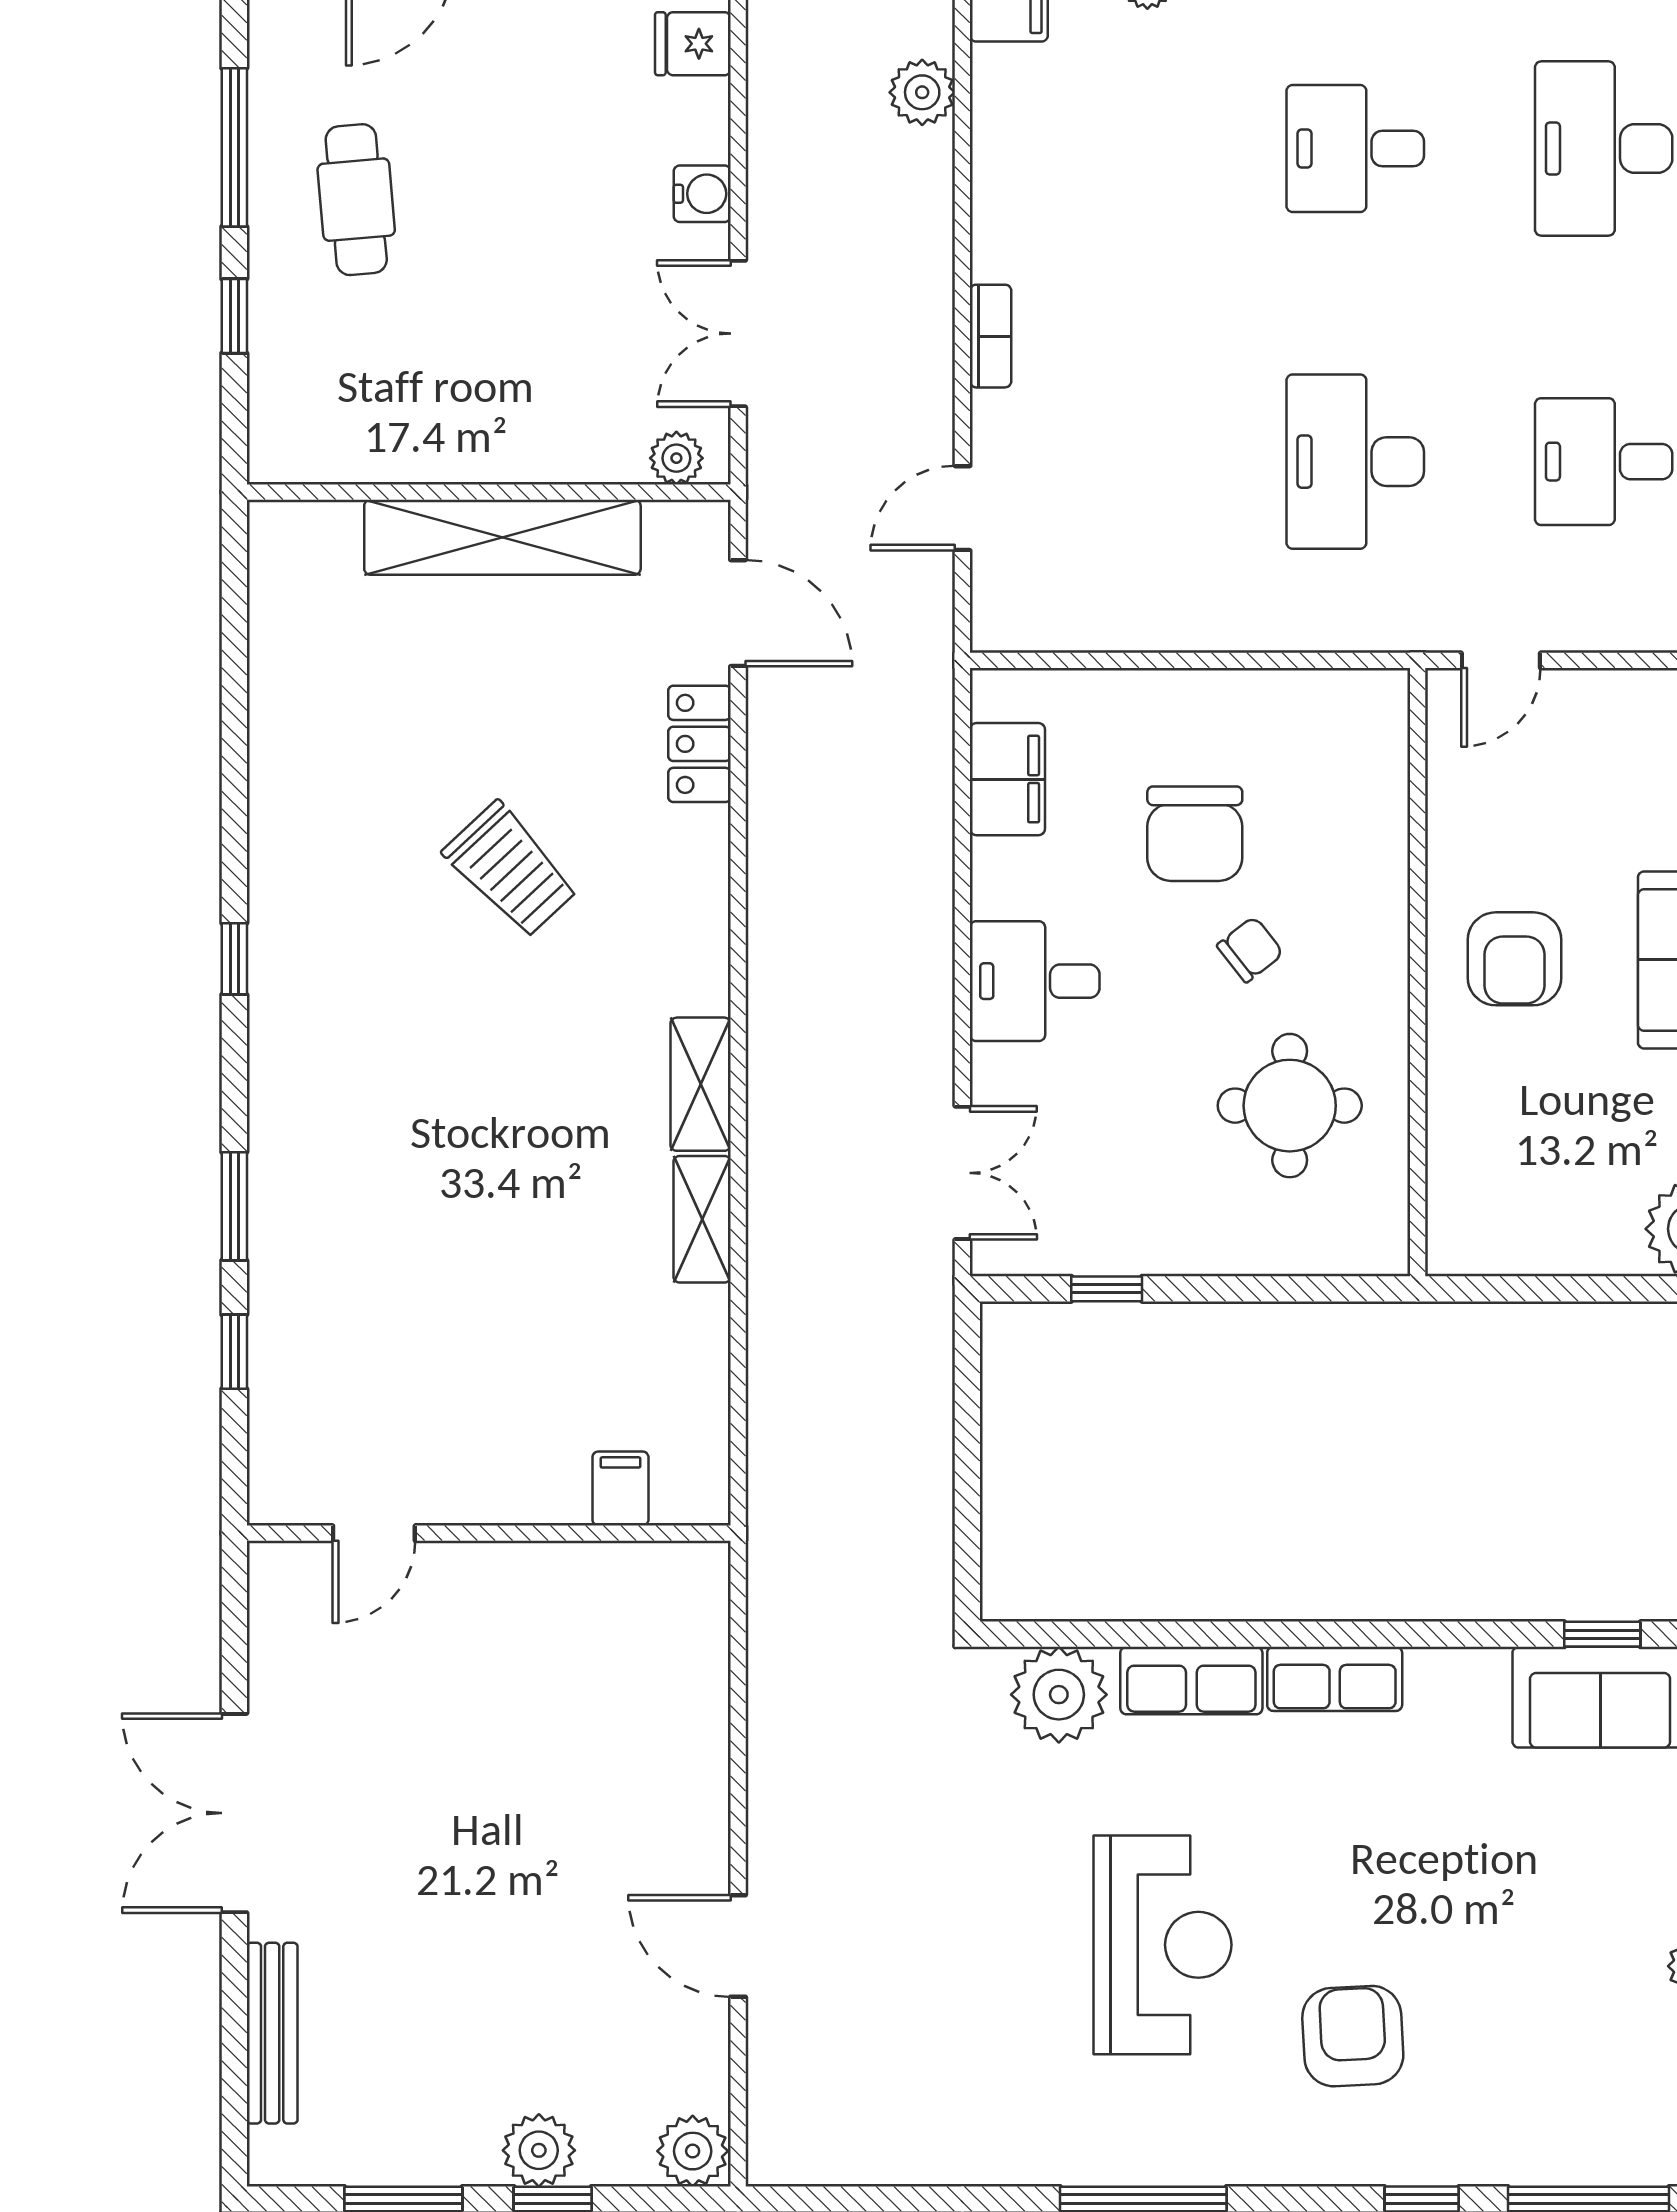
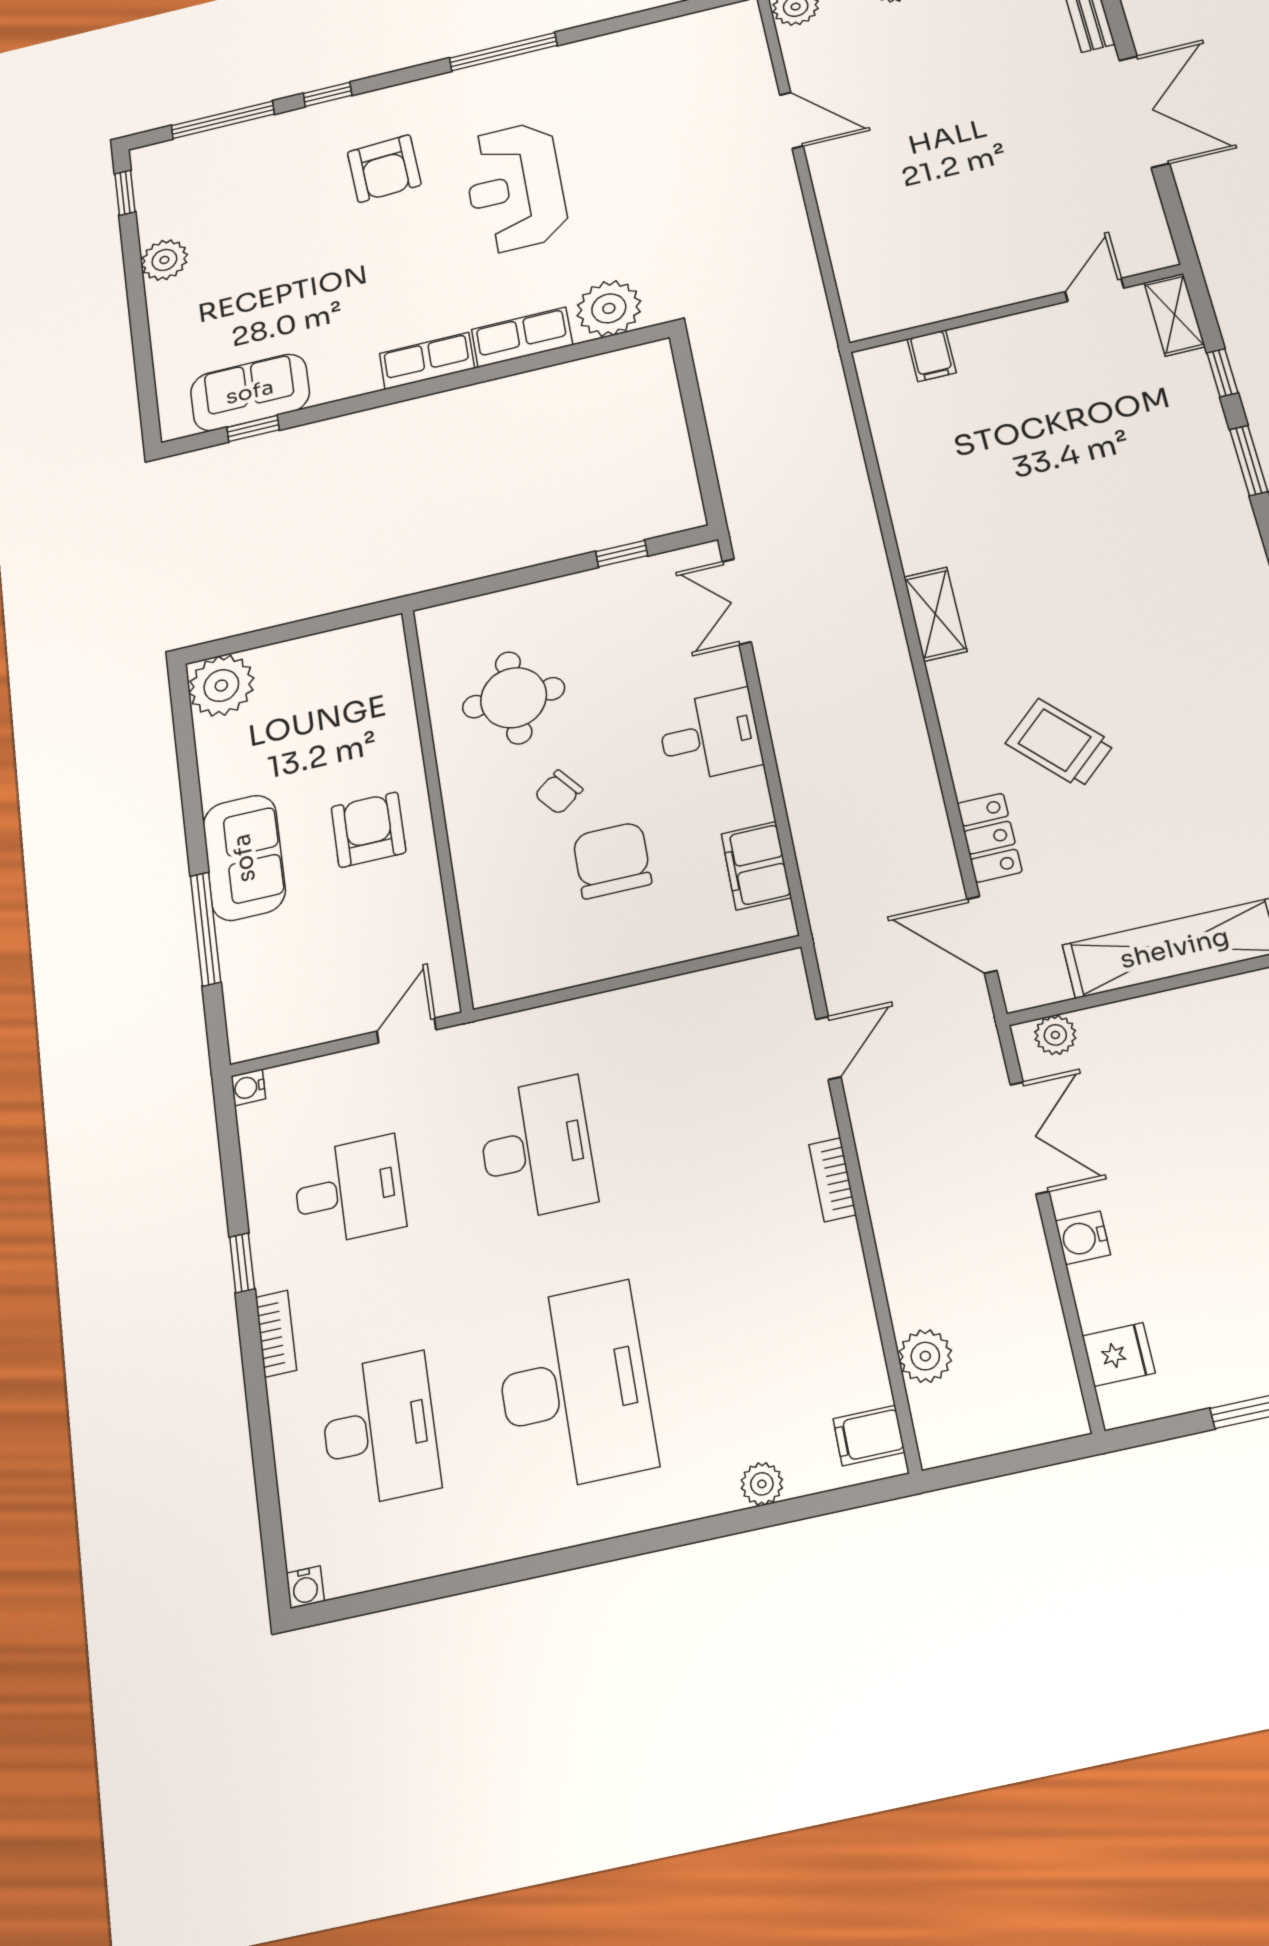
desk: (1355, 149) -> (574, 1387), width x1.87, depth x1.30
trolley: (511, 870) -> (1060, 743), moved
shelving: (702, 1219) -> (1174, 315), moved

